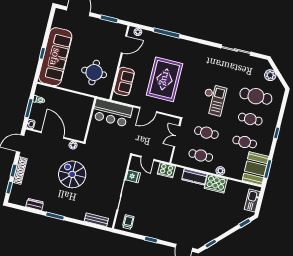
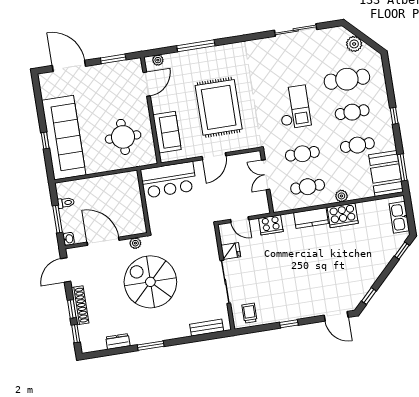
spiral stairs: (72, 174) -> (150, 282), width x1.37, depth x1.37

